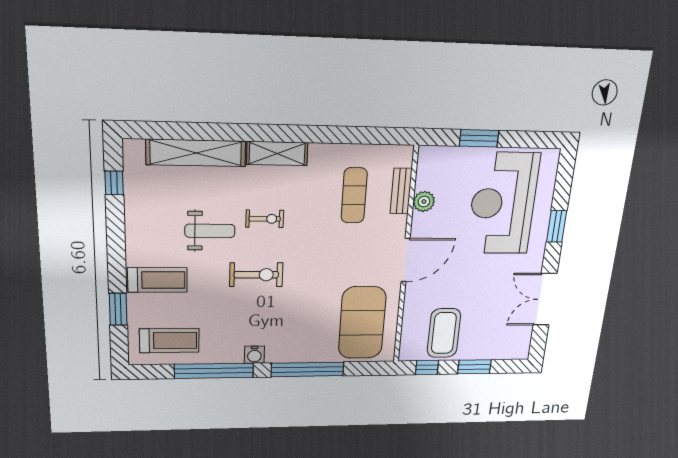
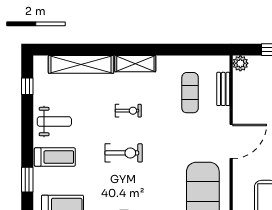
plant: (424, 202) -> (240, 63), moved
weight bench: (210, 231) -> (54, 122), moved

